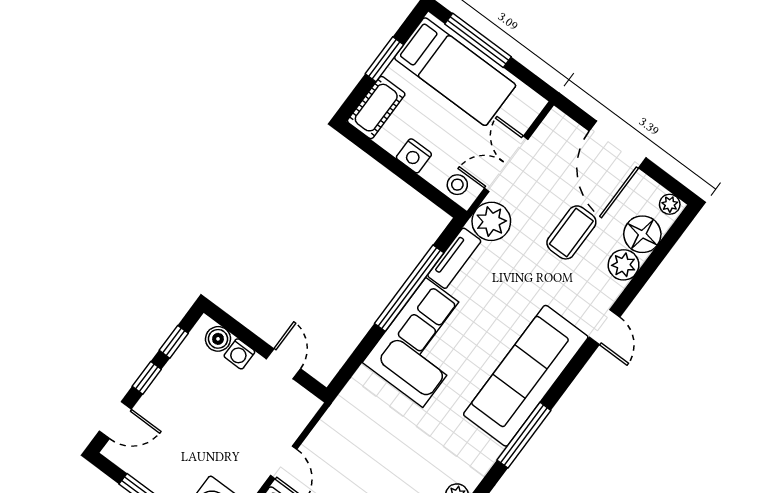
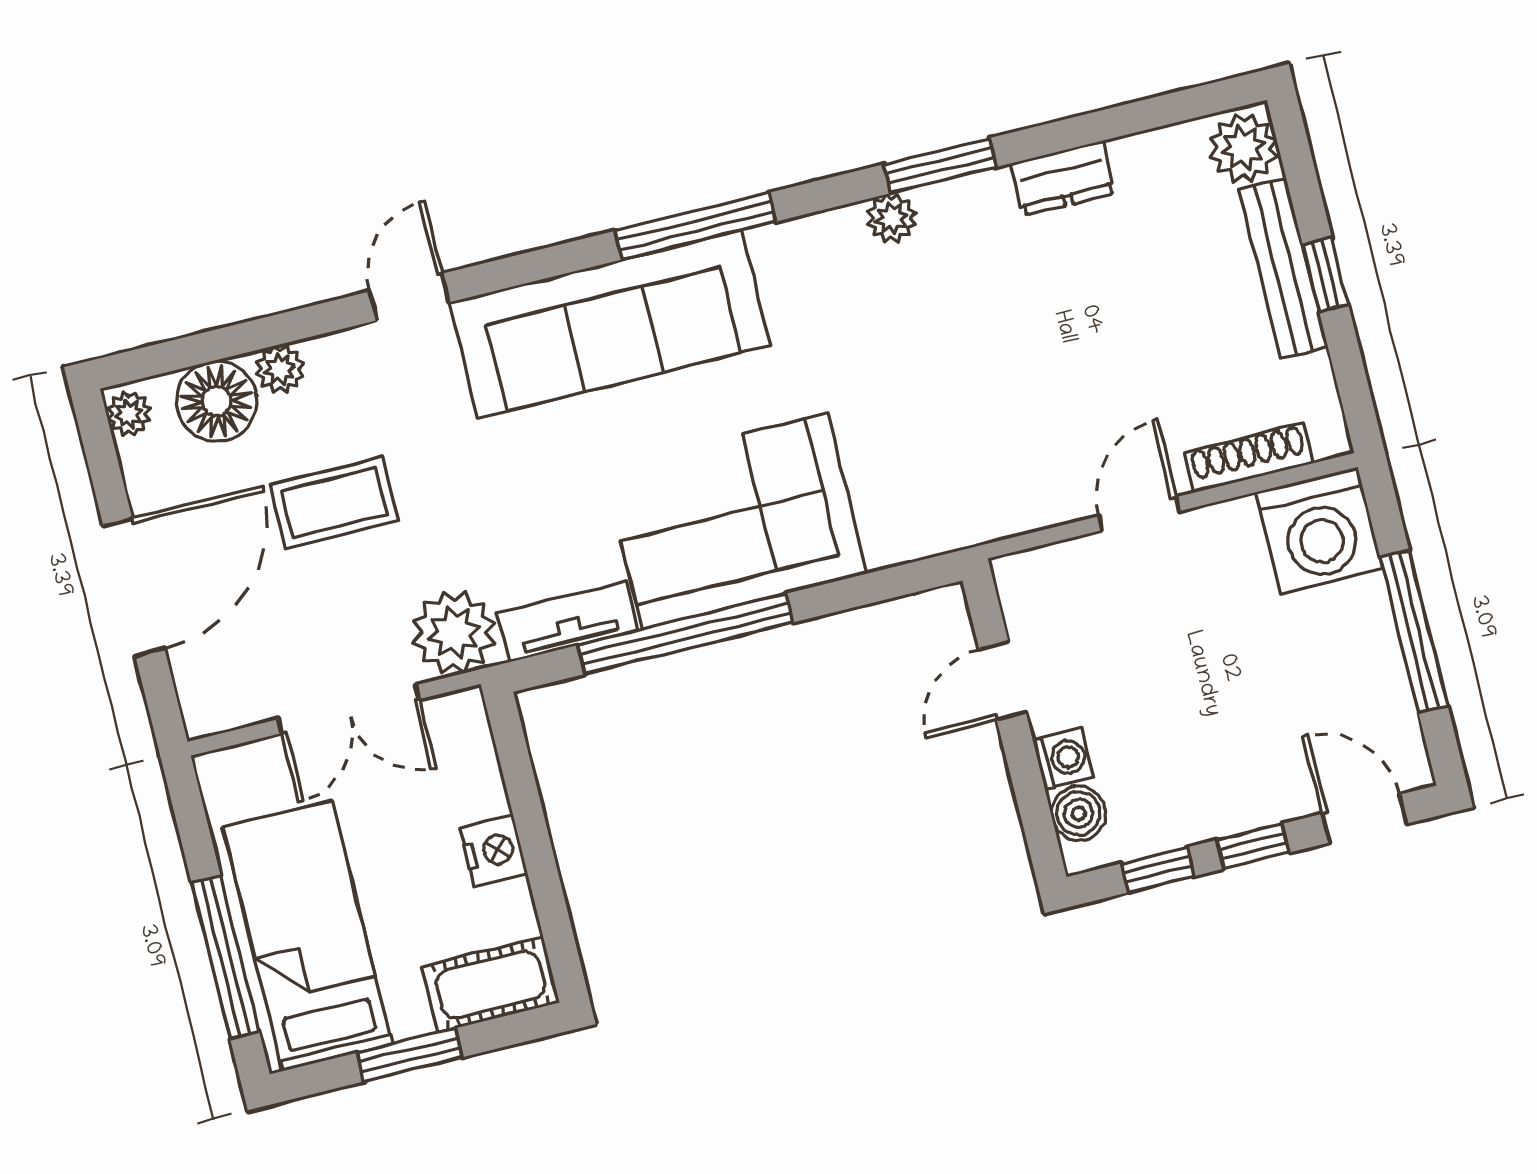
stool: (457, 185) -> (460, 742), removed
plant: (624, 265) -> (280, 369), width x0.73, depth x0.73

